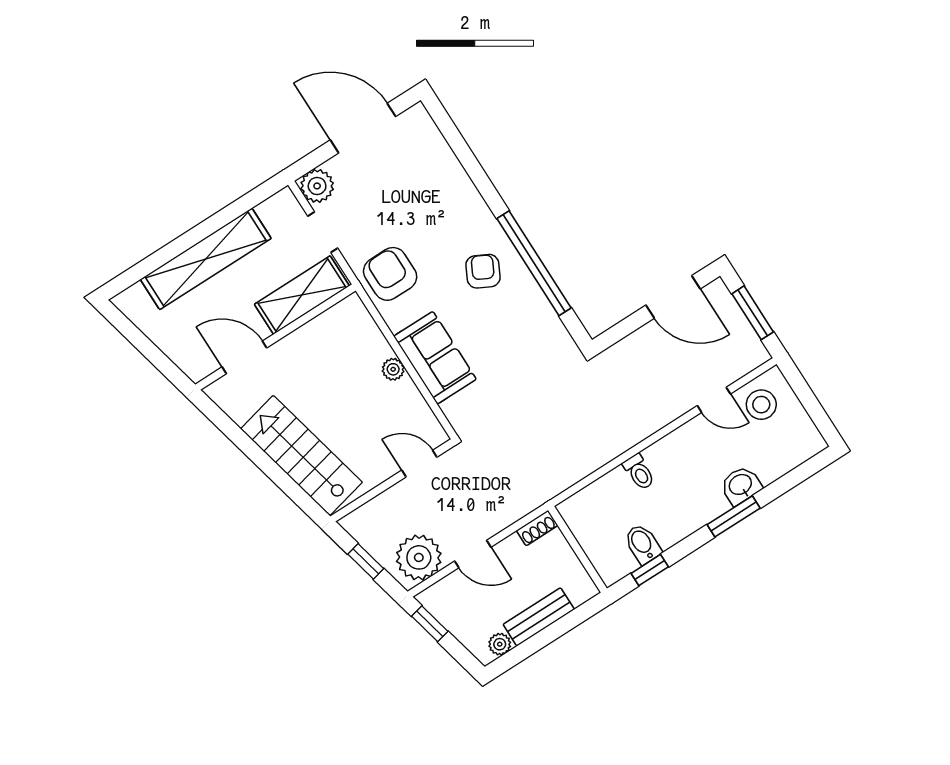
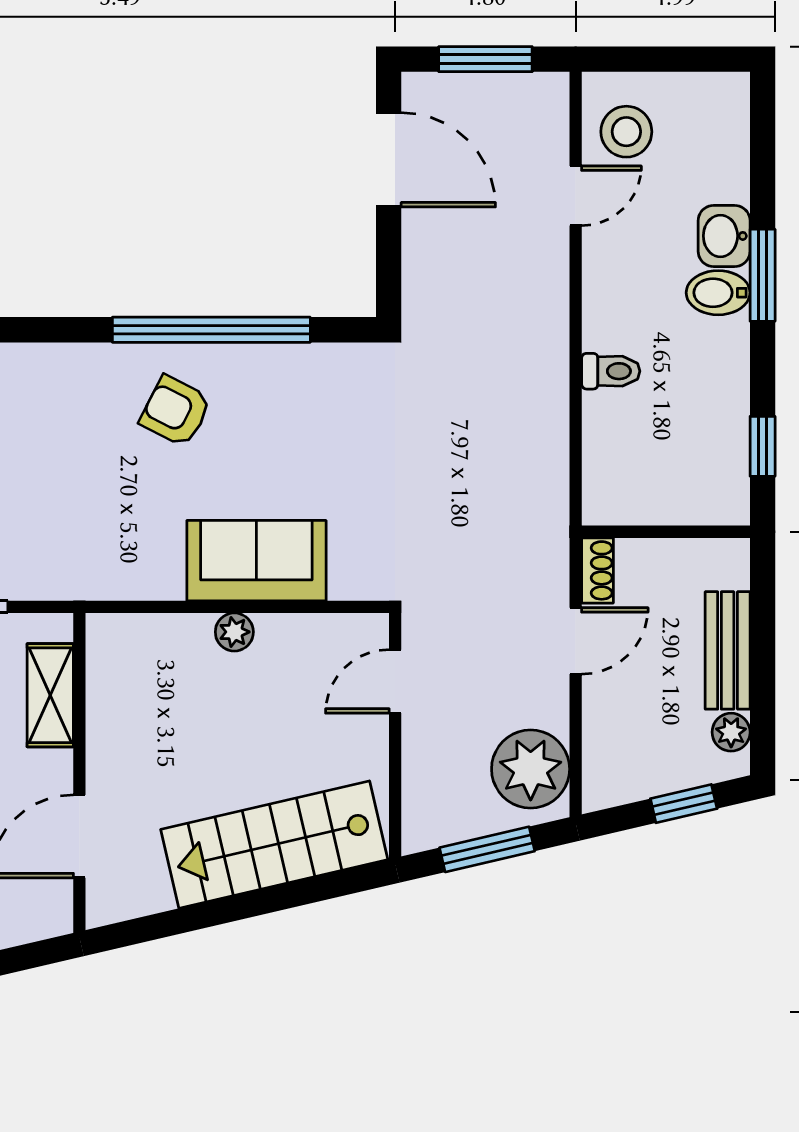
armchair: (390, 274) -> (93, 548), removed
shelving: (302, 295) -> (50, 695), width x0.67, depth x0.75
door: (673, 297) -> (389, 160), hinge flipped
bidet: (643, 544) -> (718, 293), moved
door: (473, 554) -> (576, 641), moved
window: (366, 561) -> (487, 849), width x1.50
window: (430, 624) -> (684, 804), moved

